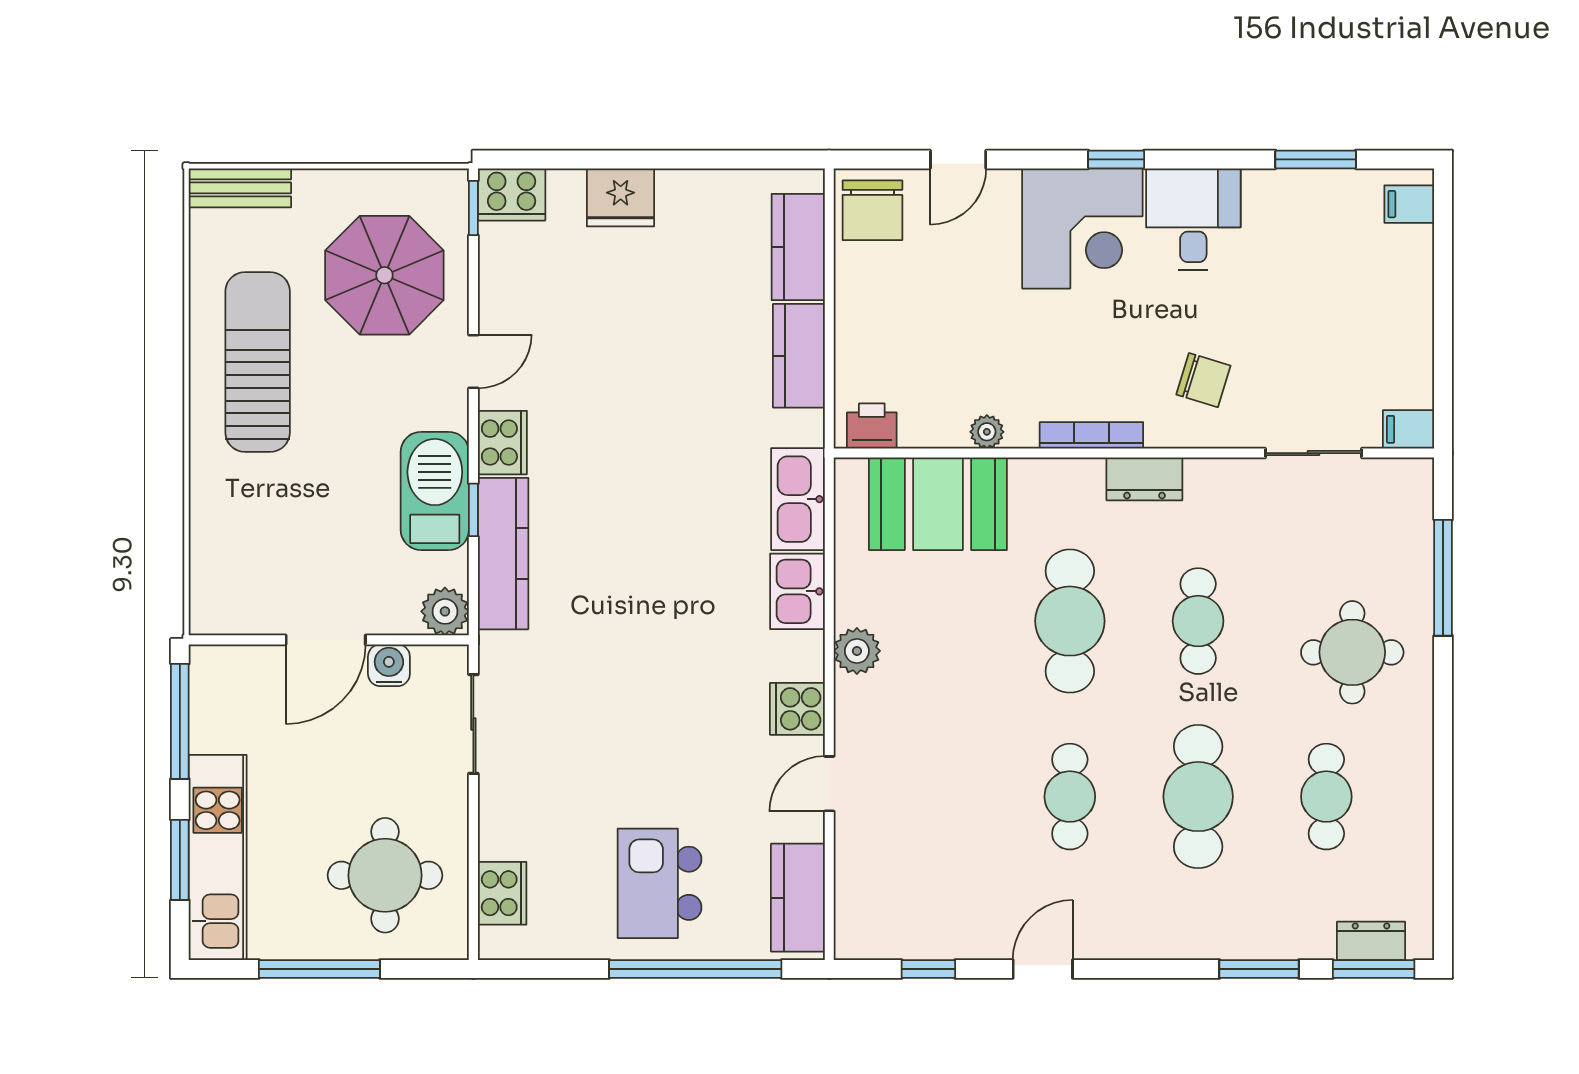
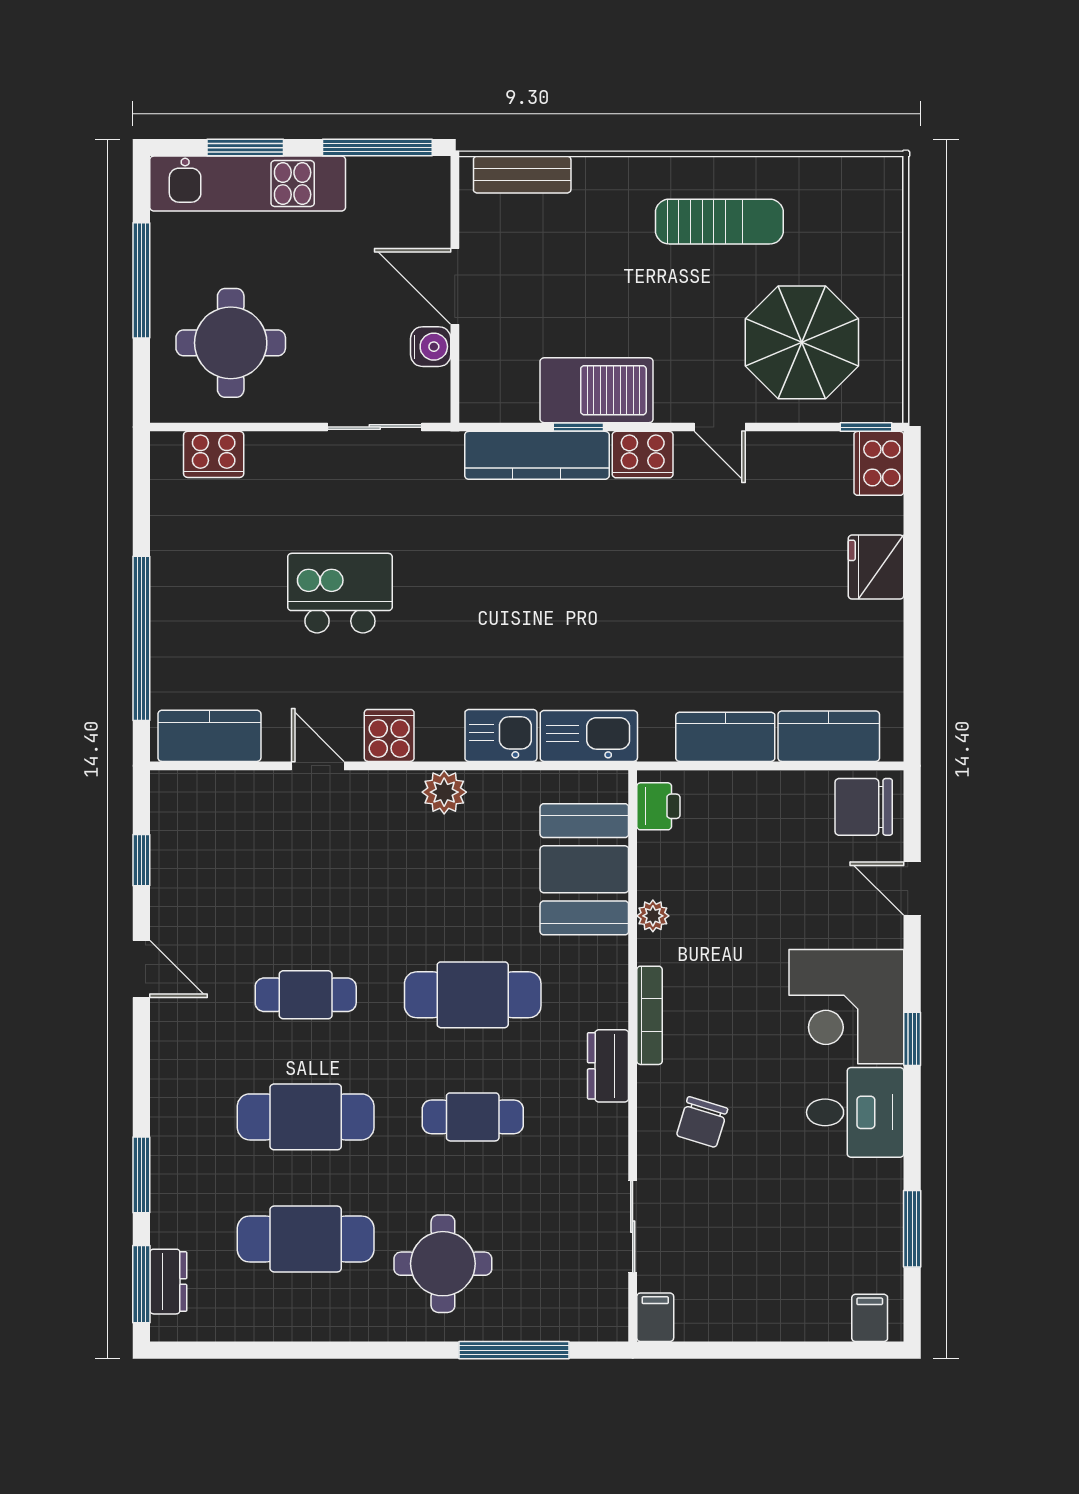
bench: (240, 188) -> (522, 175), moved, turned 90
sun lounger: (258, 362) -> (719, 222), width x0.73, depth x0.75
plant: (445, 611) -> (482, 400), removed
cafe table: (1326, 797) -> (306, 1239), width x1.37, depth x1.35
kitchen island: (660, 883) -> (340, 593), moved

